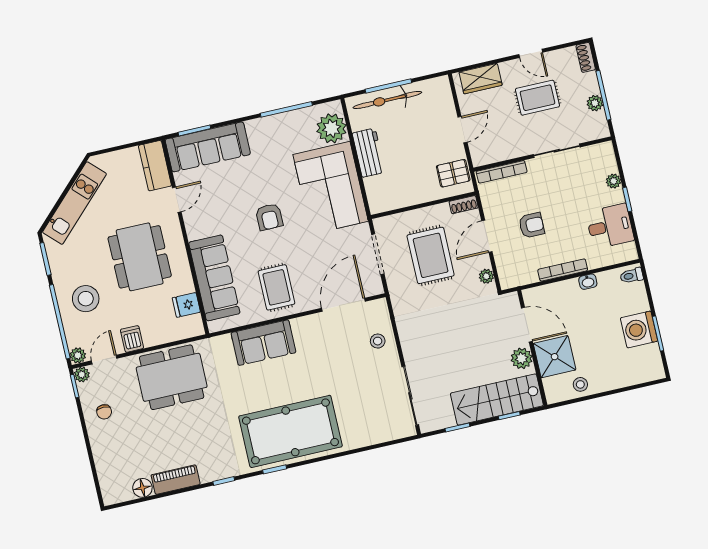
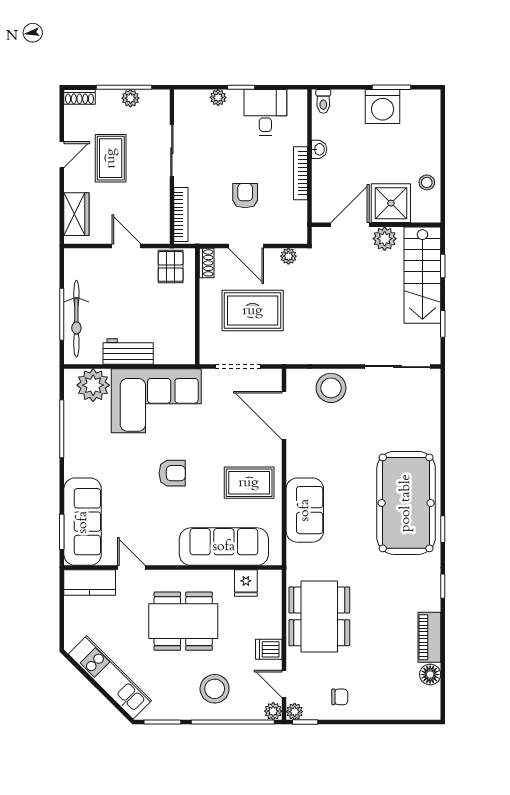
stool: (378, 341) -> (331, 388), width x1.89, depth x1.89

